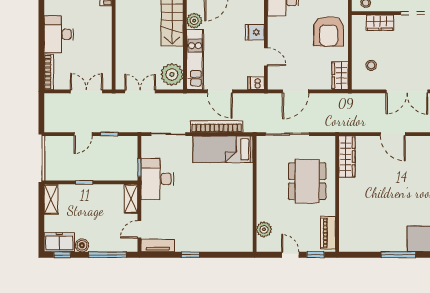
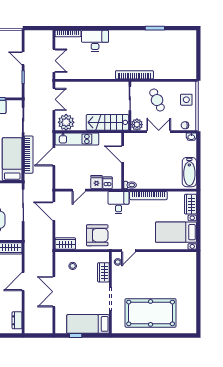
plant: (194, 21) -> (105, 138), removed
armchair: (329, 31) -> (97, 235), turned 180
dishwasher: (256, 83) -> (108, 183), moved

